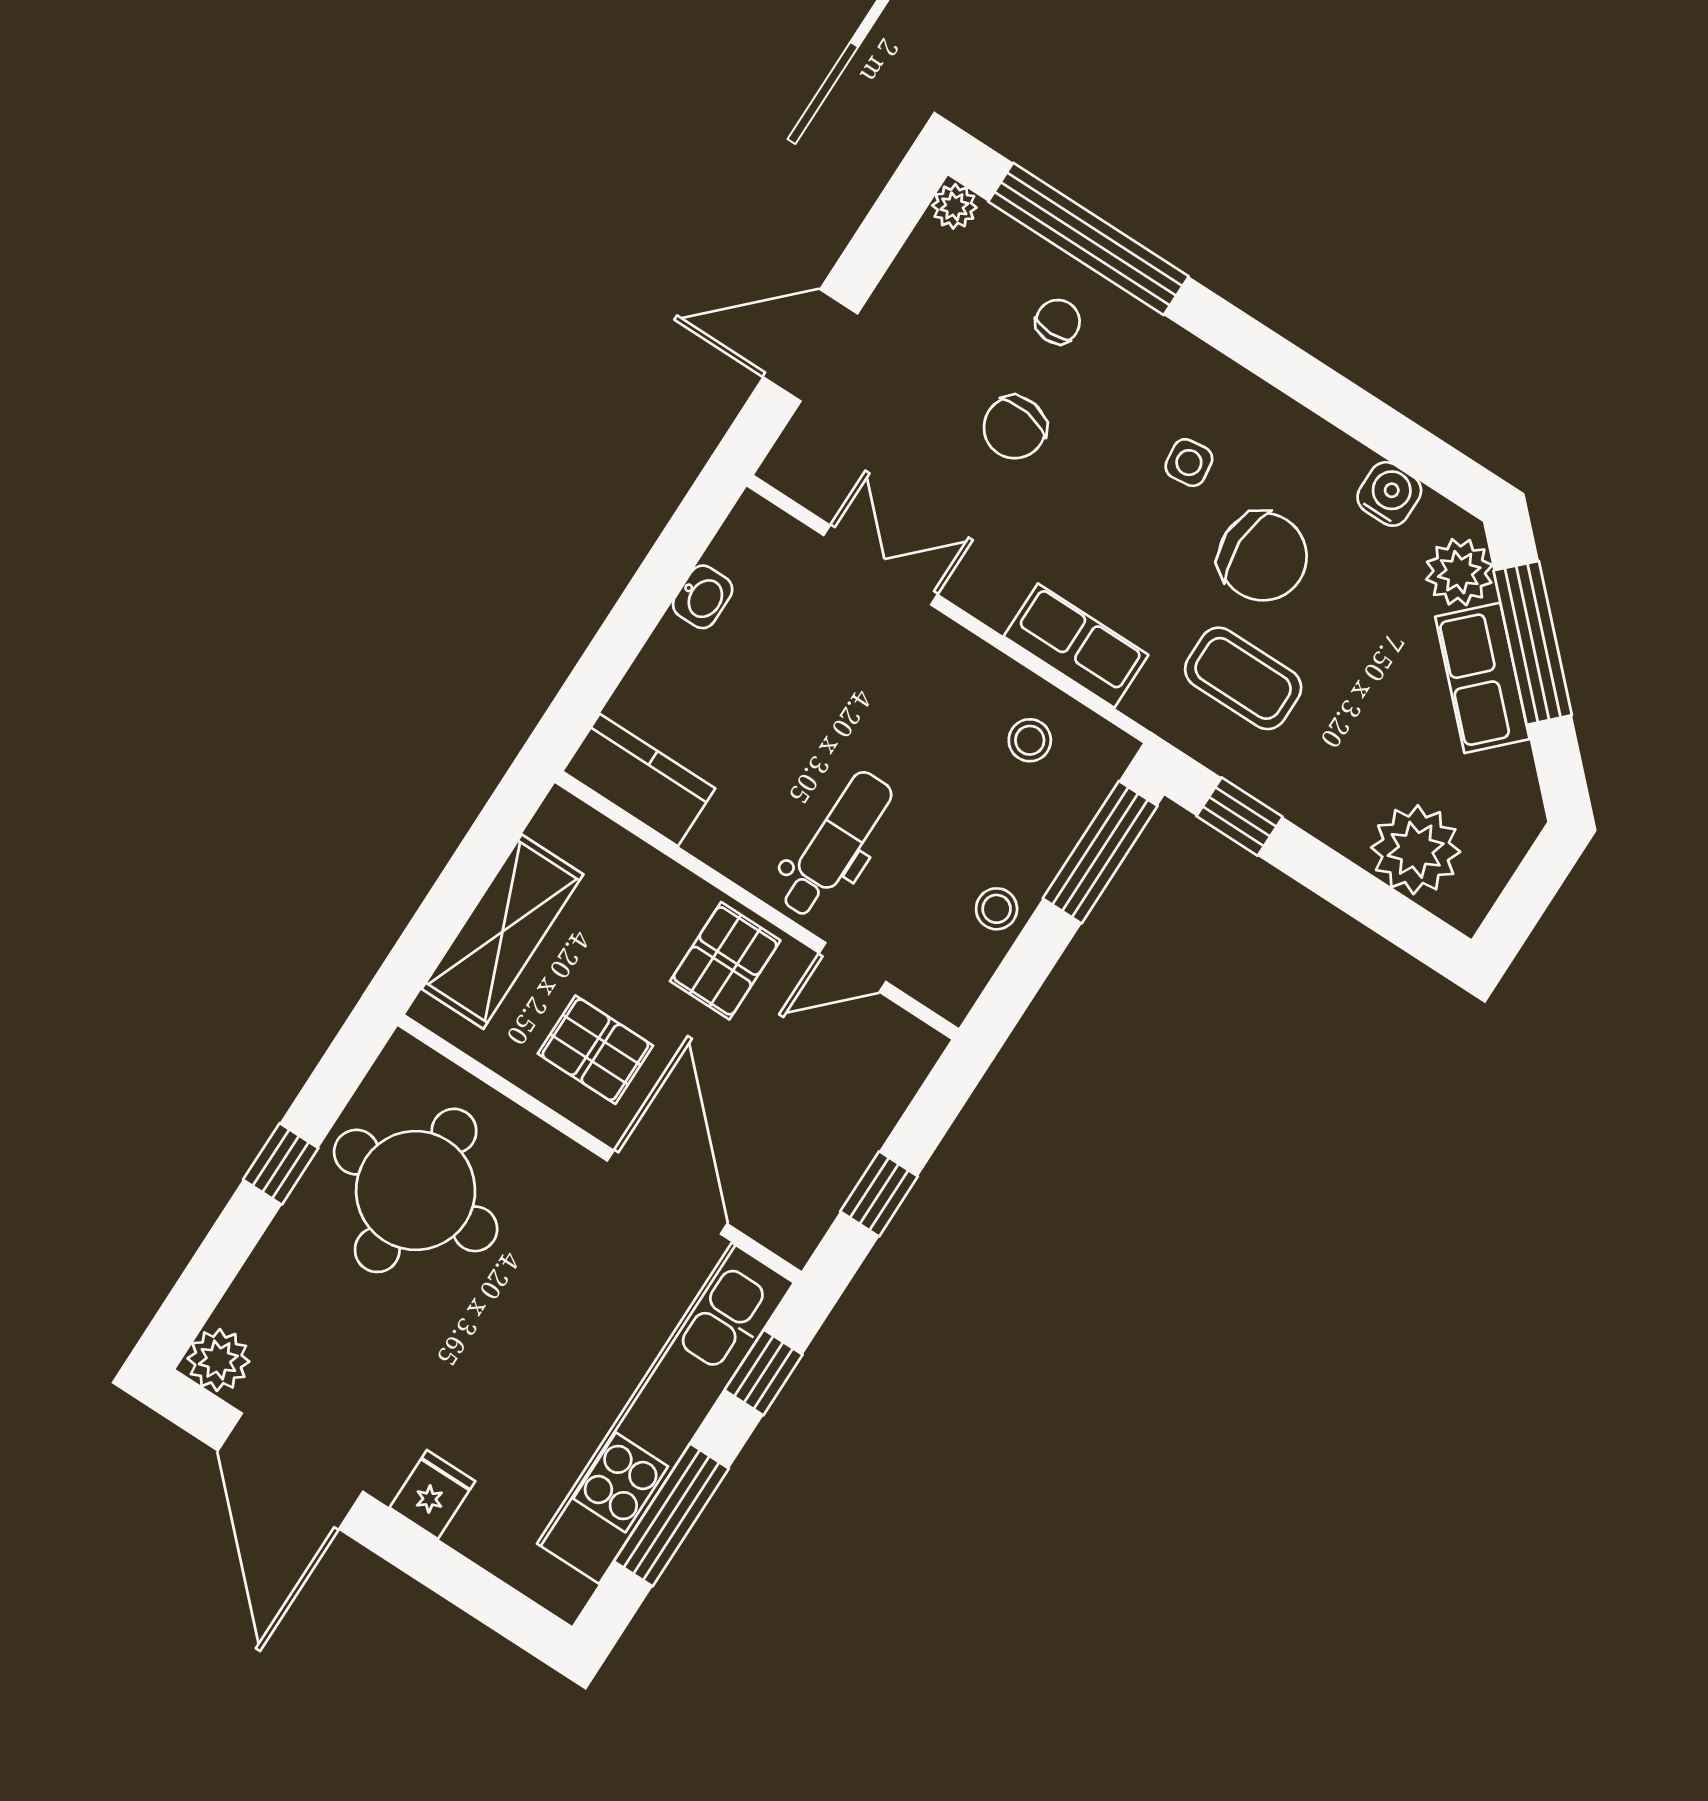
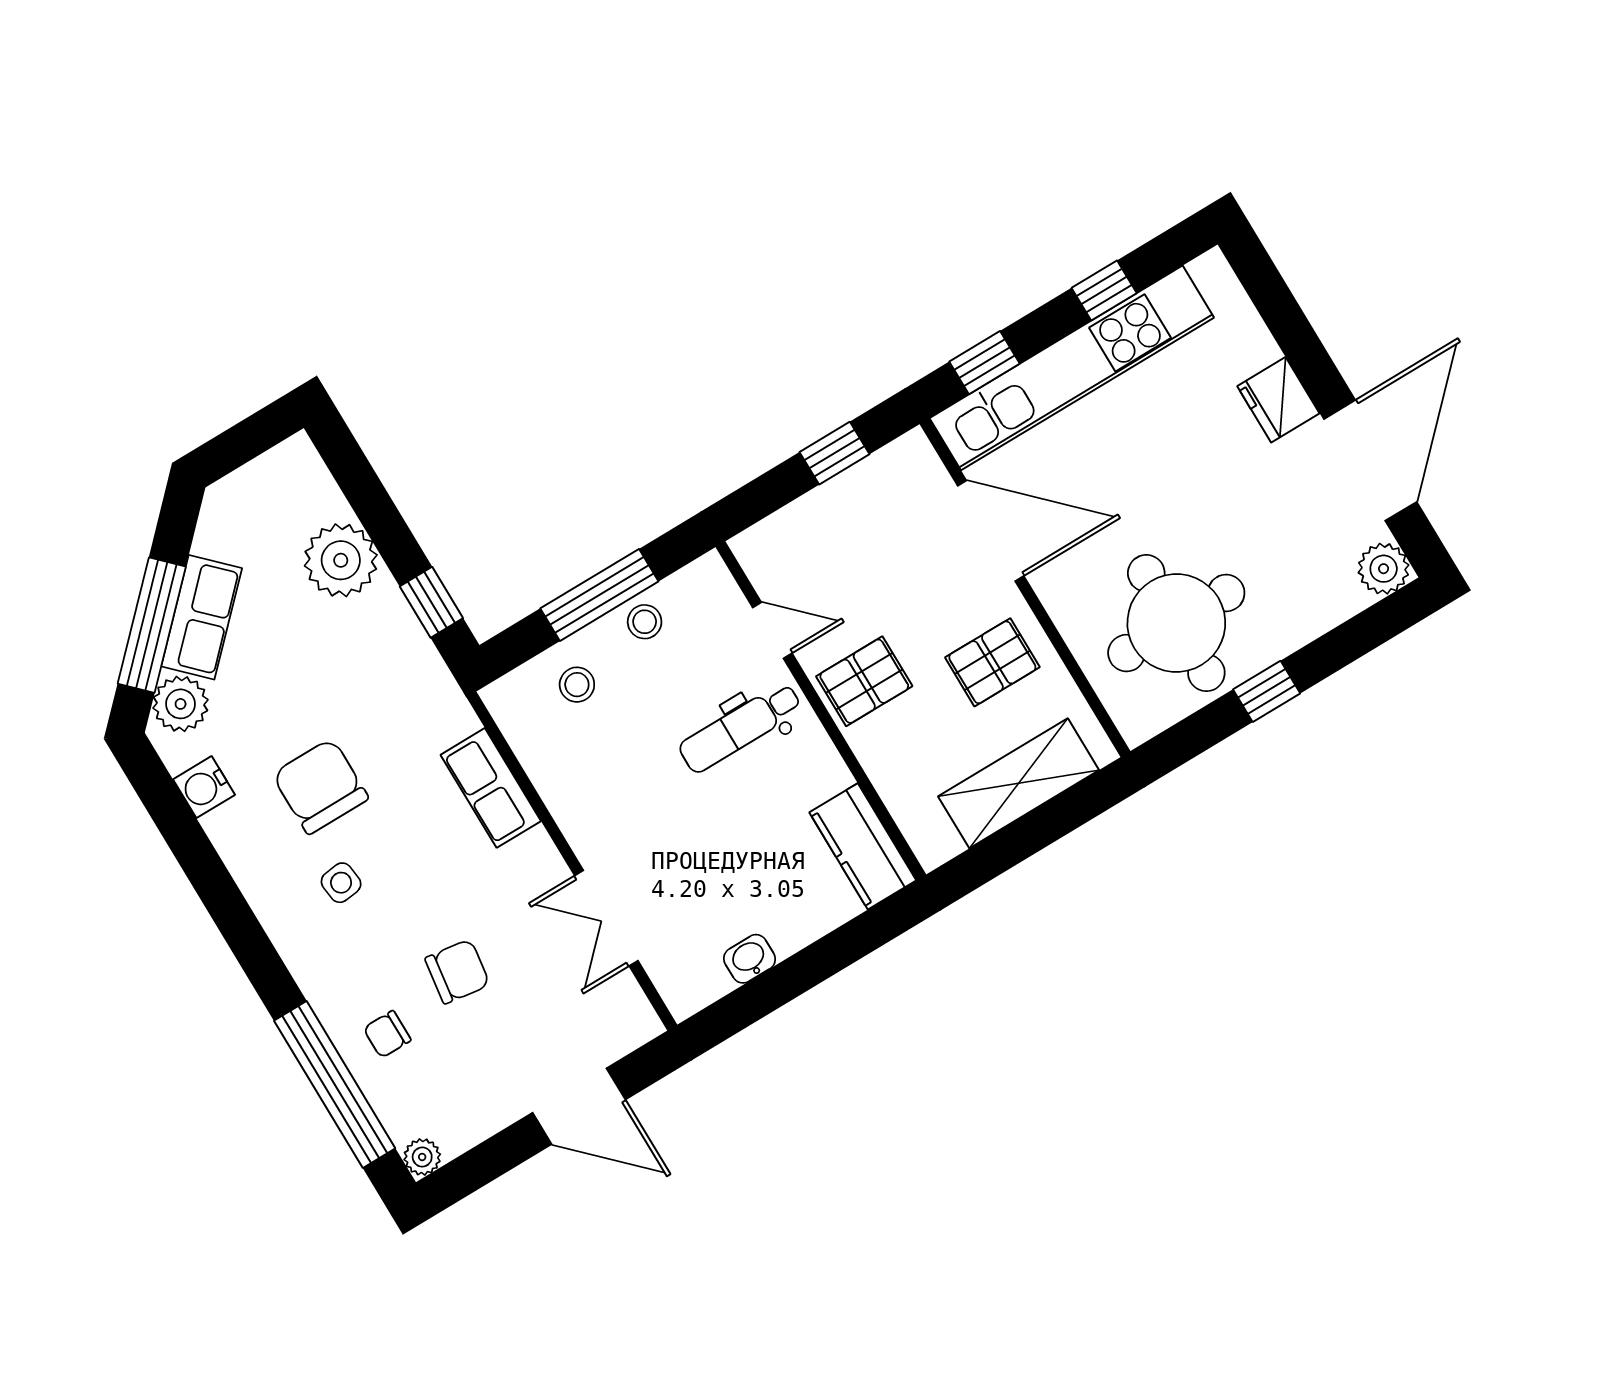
coffee table: (1243, 678) -> (379, 703), removed
stool: (1030, 740) -> (577, 685), moved
plant: (1416, 850) -> (341, 560), moved
window: (1100, 852) -> (599, 595), moved
pallet: (595, 1050) -> (992, 662), turned 90
door: (667, 1192) -> (991, 531), swing flipped
fridge: (432, 1494) -> (1278, 400), width x1.38
window: (671, 1515) -> (1104, 290), width x0.46

